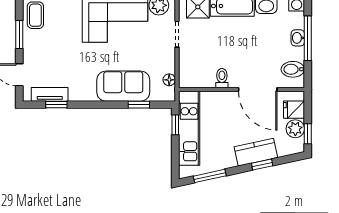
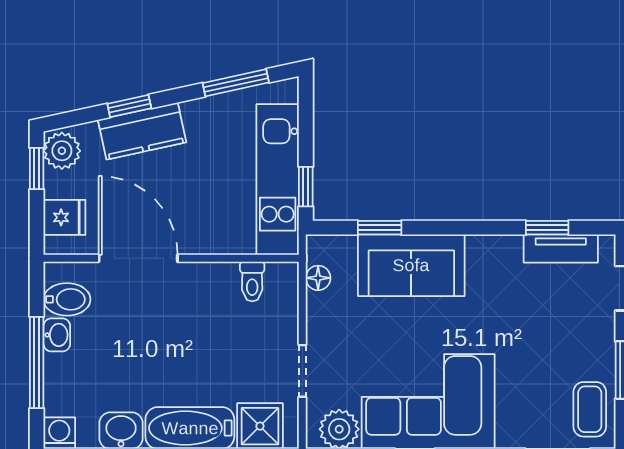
washbasin: (298, 38) -> (57, 335), moved
toilet: (222, 78) -> (252, 282), moved
plant: (295, 129) -> (62, 151), moved

